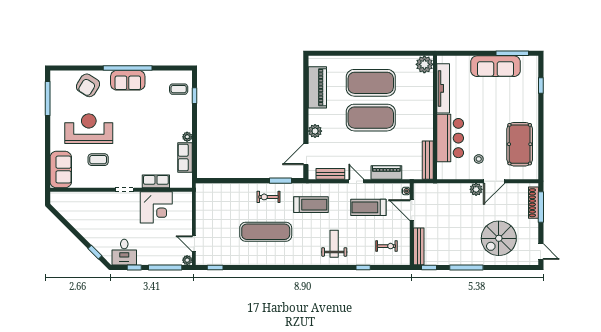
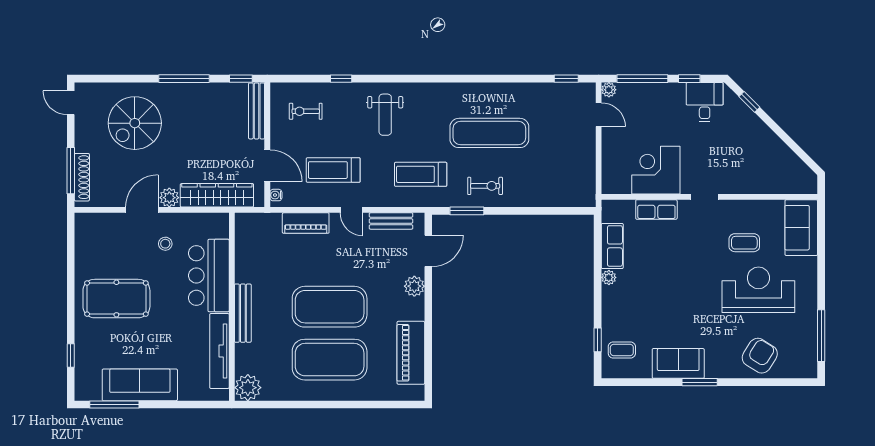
window: (128, 68) -> (700, 382), width x0.47
sofa: (128, 80) -> (678, 363), moved
reception desk: (89, 129) -> (758, 290), turned 180
pool table: (520, 144) -> (116, 299), moved, turned 90
bench: (428, 160) -> (243, 313), moved
wardrobe: (445, 191) -> (217, 195), added
treadmill: (368, 207) -> (333, 170), turned 180
spiral stairs: (499, 238) -> (135, 123), turned 180

